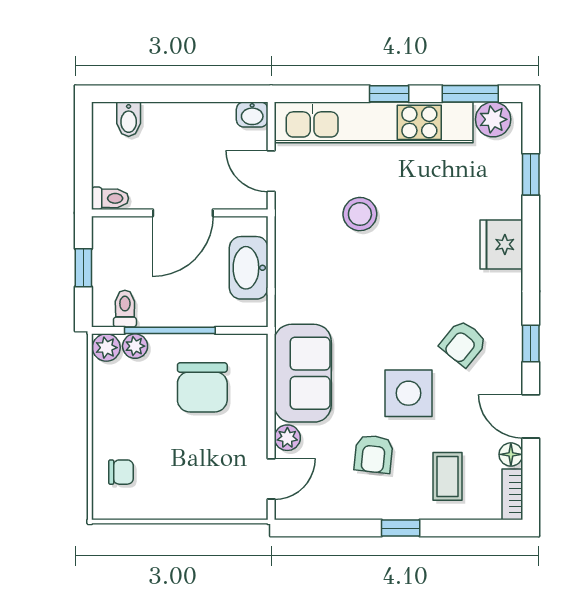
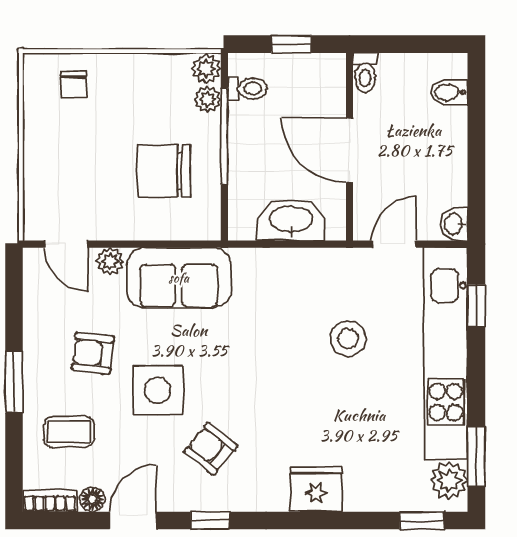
window: (389, 94) -> (476, 306), moved
window: (531, 174) -> (422, 520), moved
window: (401, 528) -> (14, 382), width x1.50

